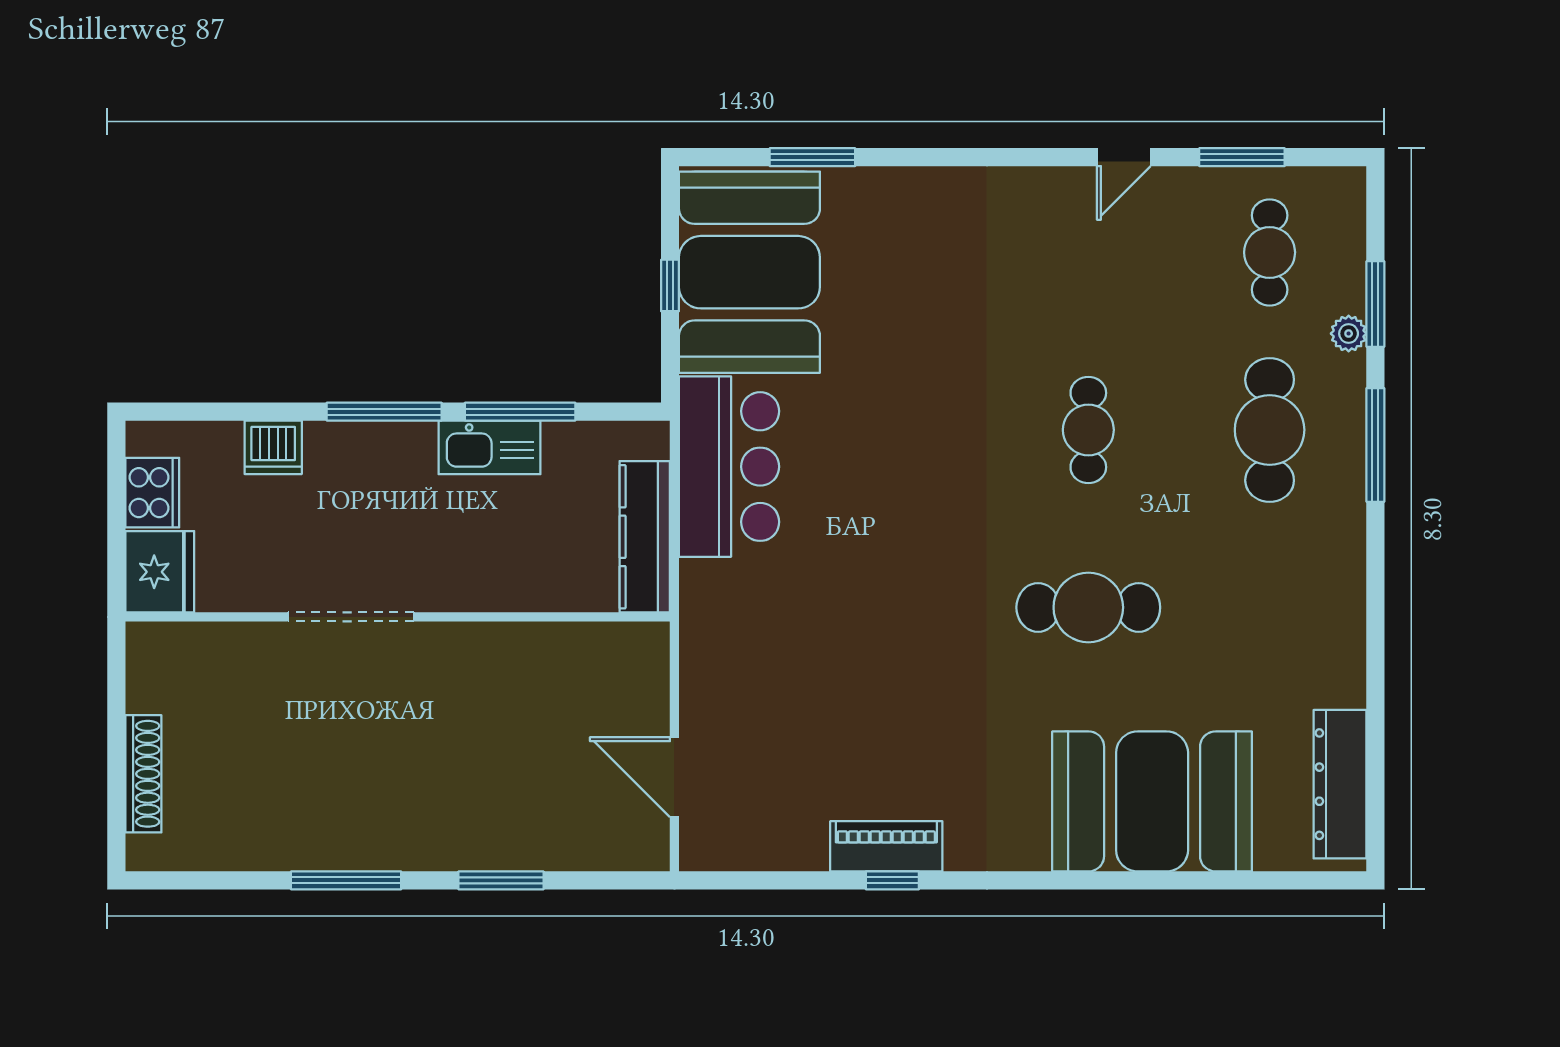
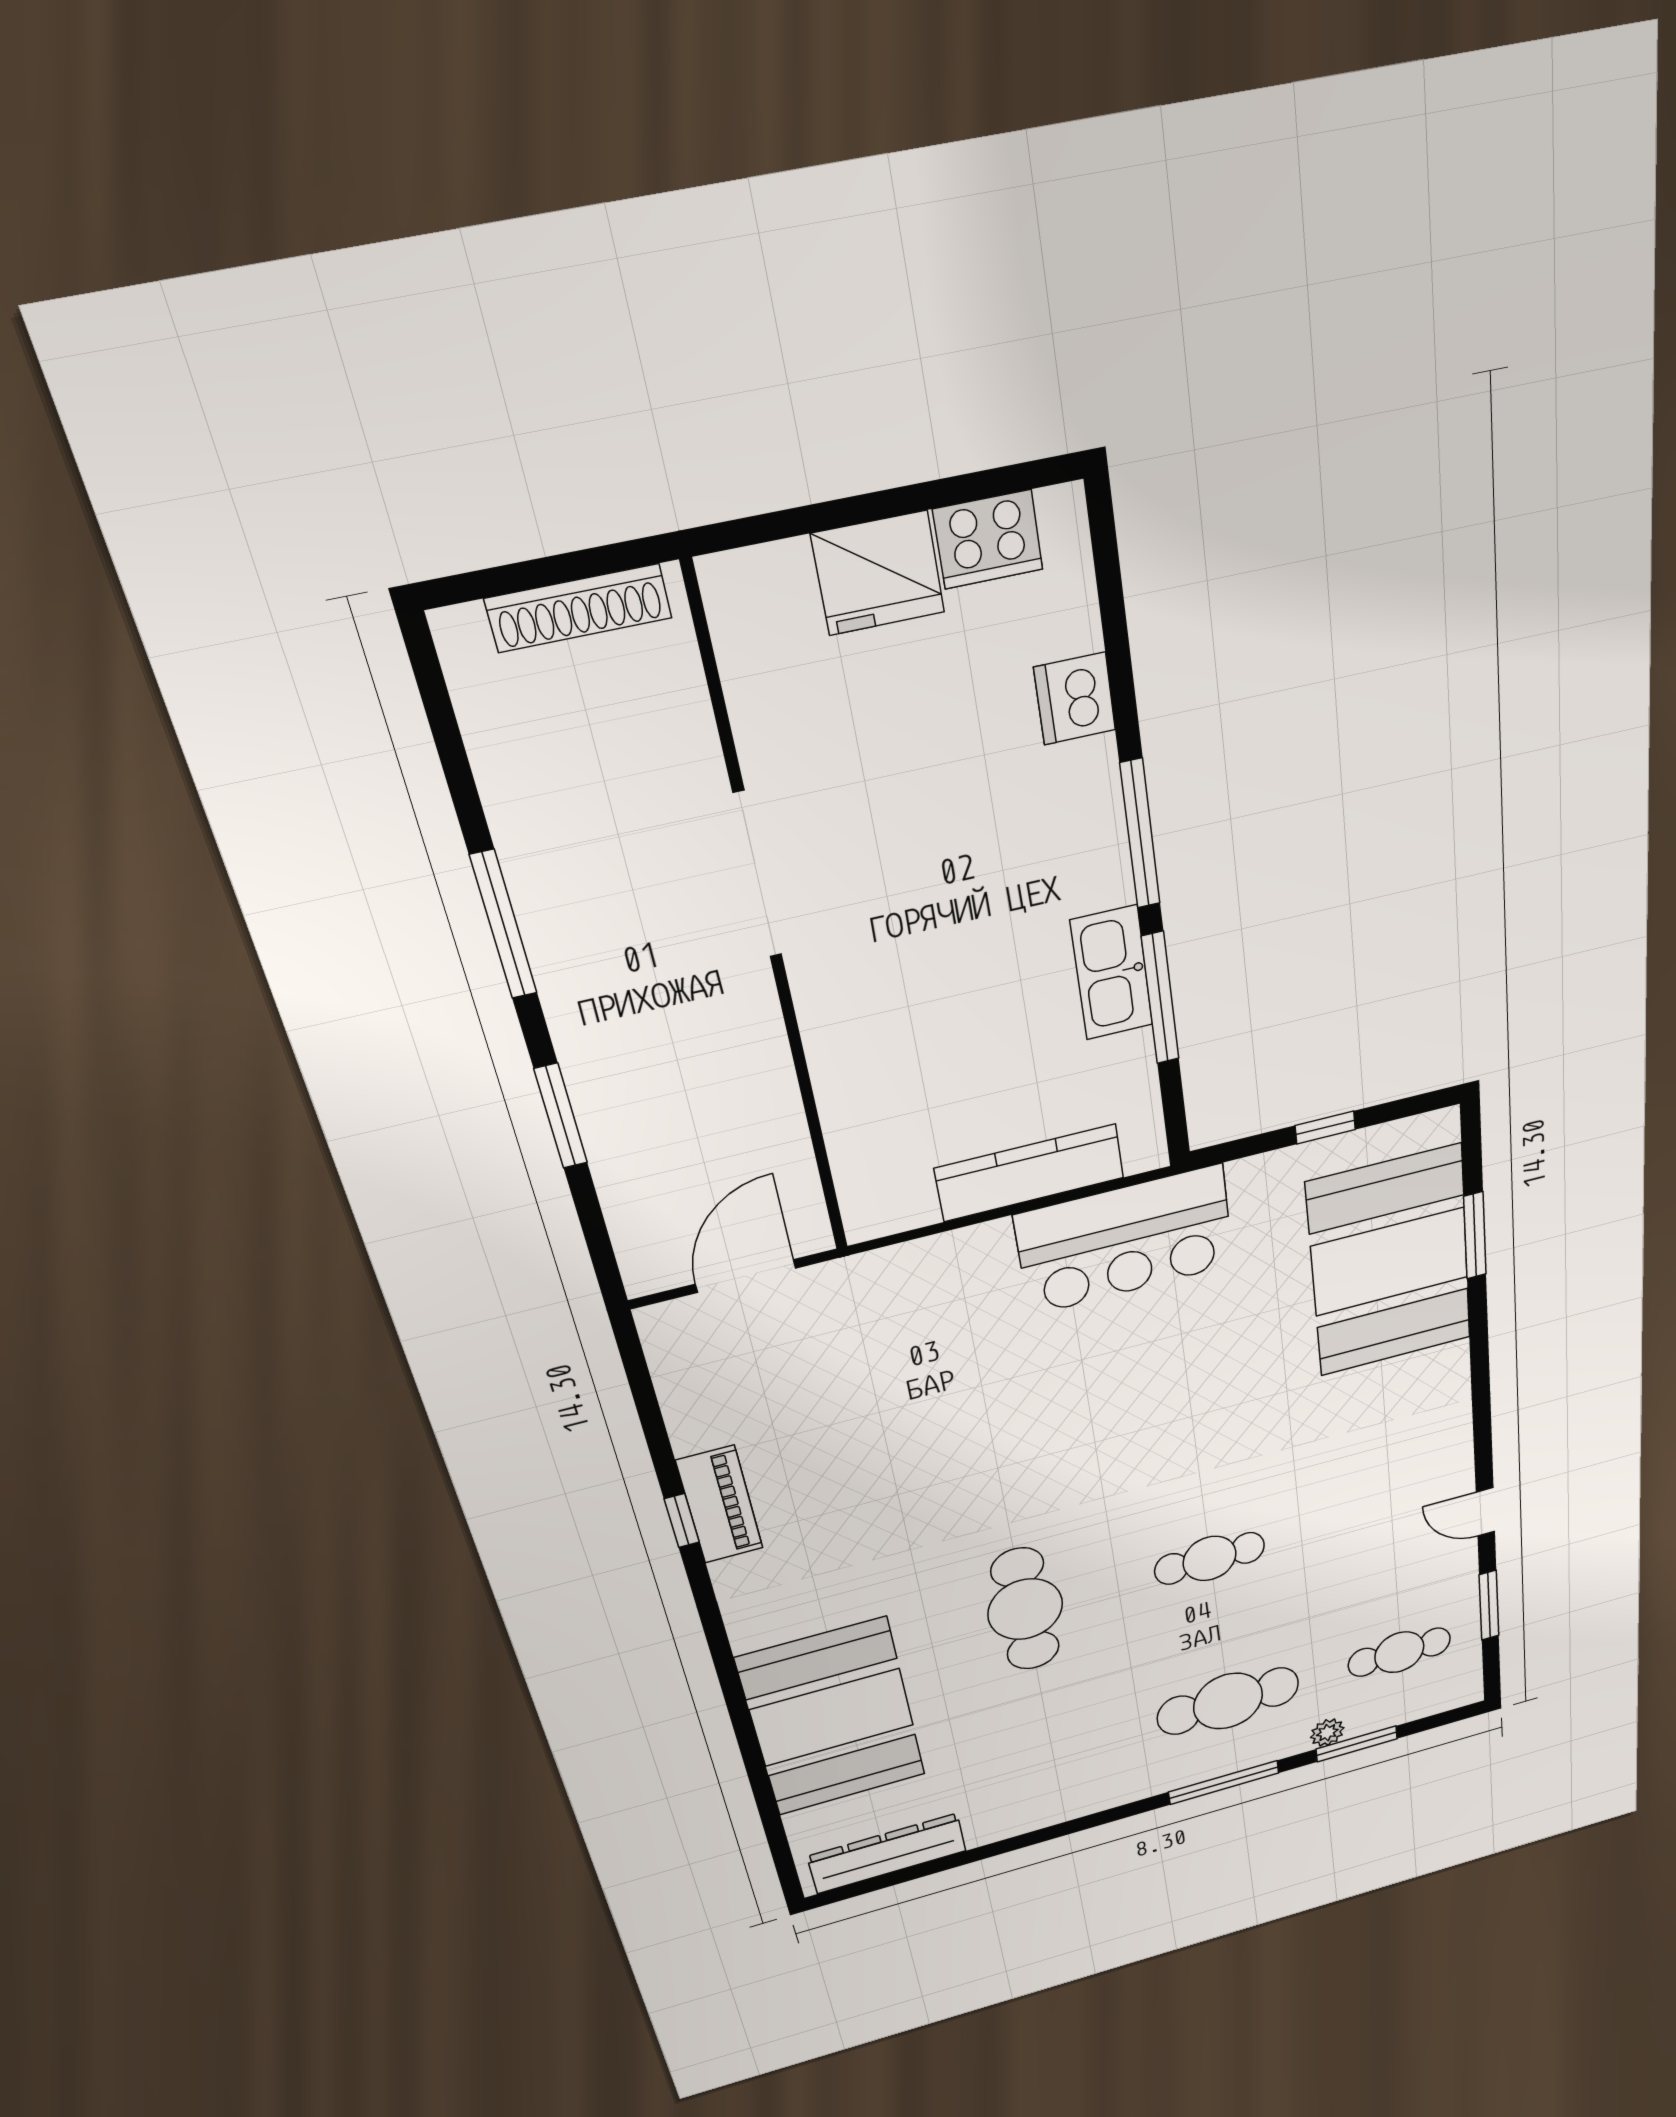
booth: (749, 272) -> (1390, 1262), moved, turned 90
doorway: (351, 617) -> (757, 875), moved
wall: (398, 617) -> (771, 935), moved

